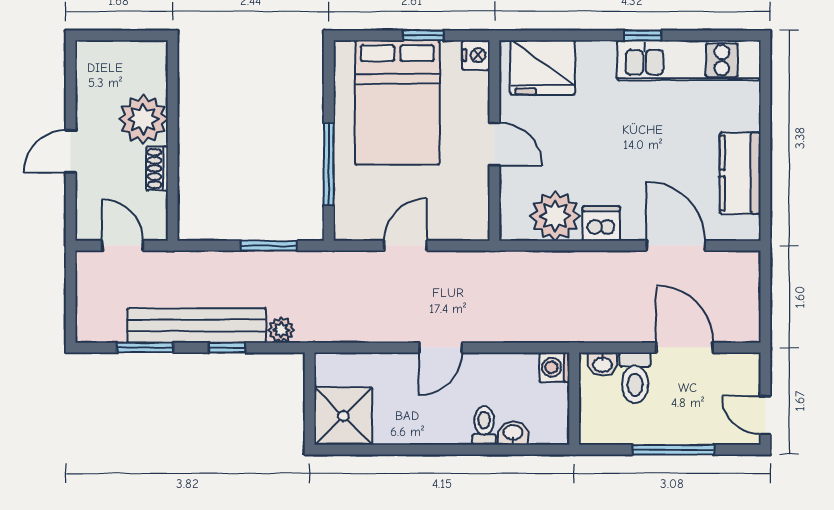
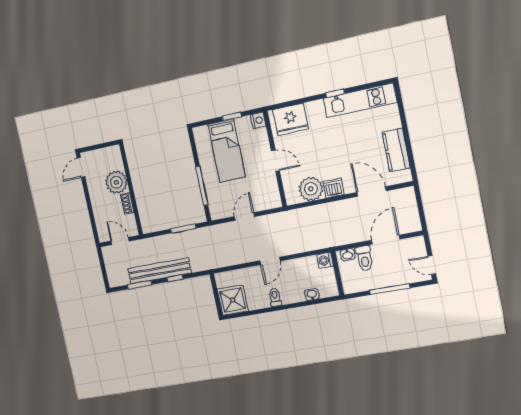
bed: (397, 102) -> (227, 151), width x0.67
door: (71, 151) -> (81, 168), moved
plant: (281, 330) -> (197, 266), removed
door: (685, 348) -> (386, 240), hinge flipped
toilet: (484, 426) -> (275, 297), moved

